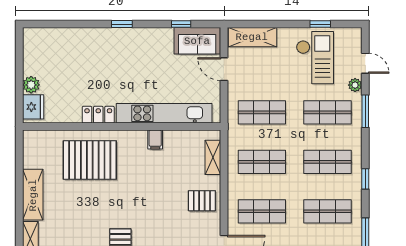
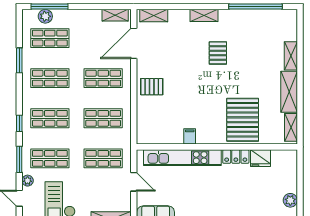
door: (224, 69) -> (134, 182), moved
plant: (31, 85) -> (290, 200), moved
fridge: (33, 107) -> (261, 158), moved, turned -90
shelving: (213, 157) -> (291, 127), moved
pallet: (90, 160) -> (243, 120), turned 90
window: (365, 179) -> (19, 123), moved

